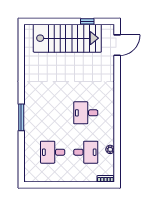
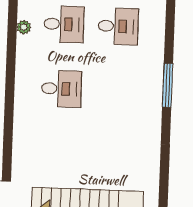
desk: (86, 152) -> (64, 24), turned 180

